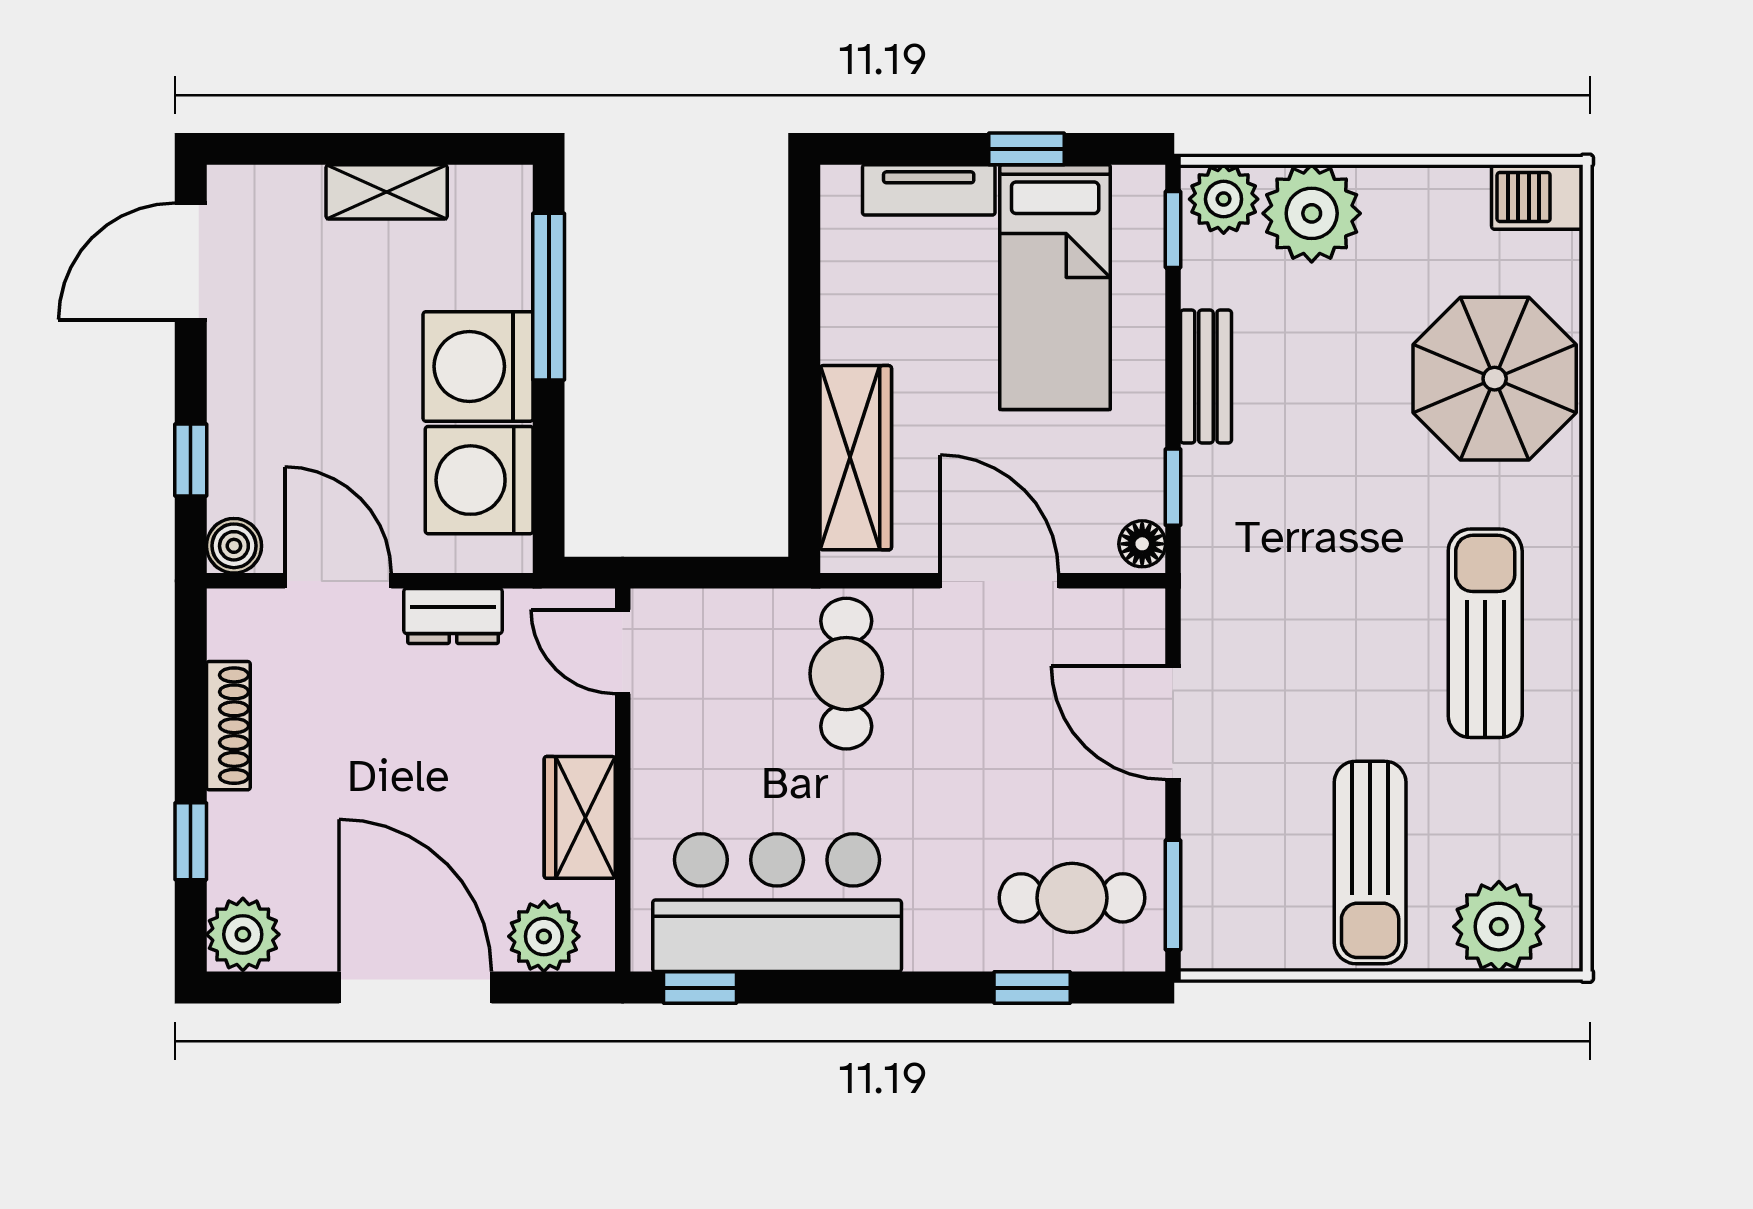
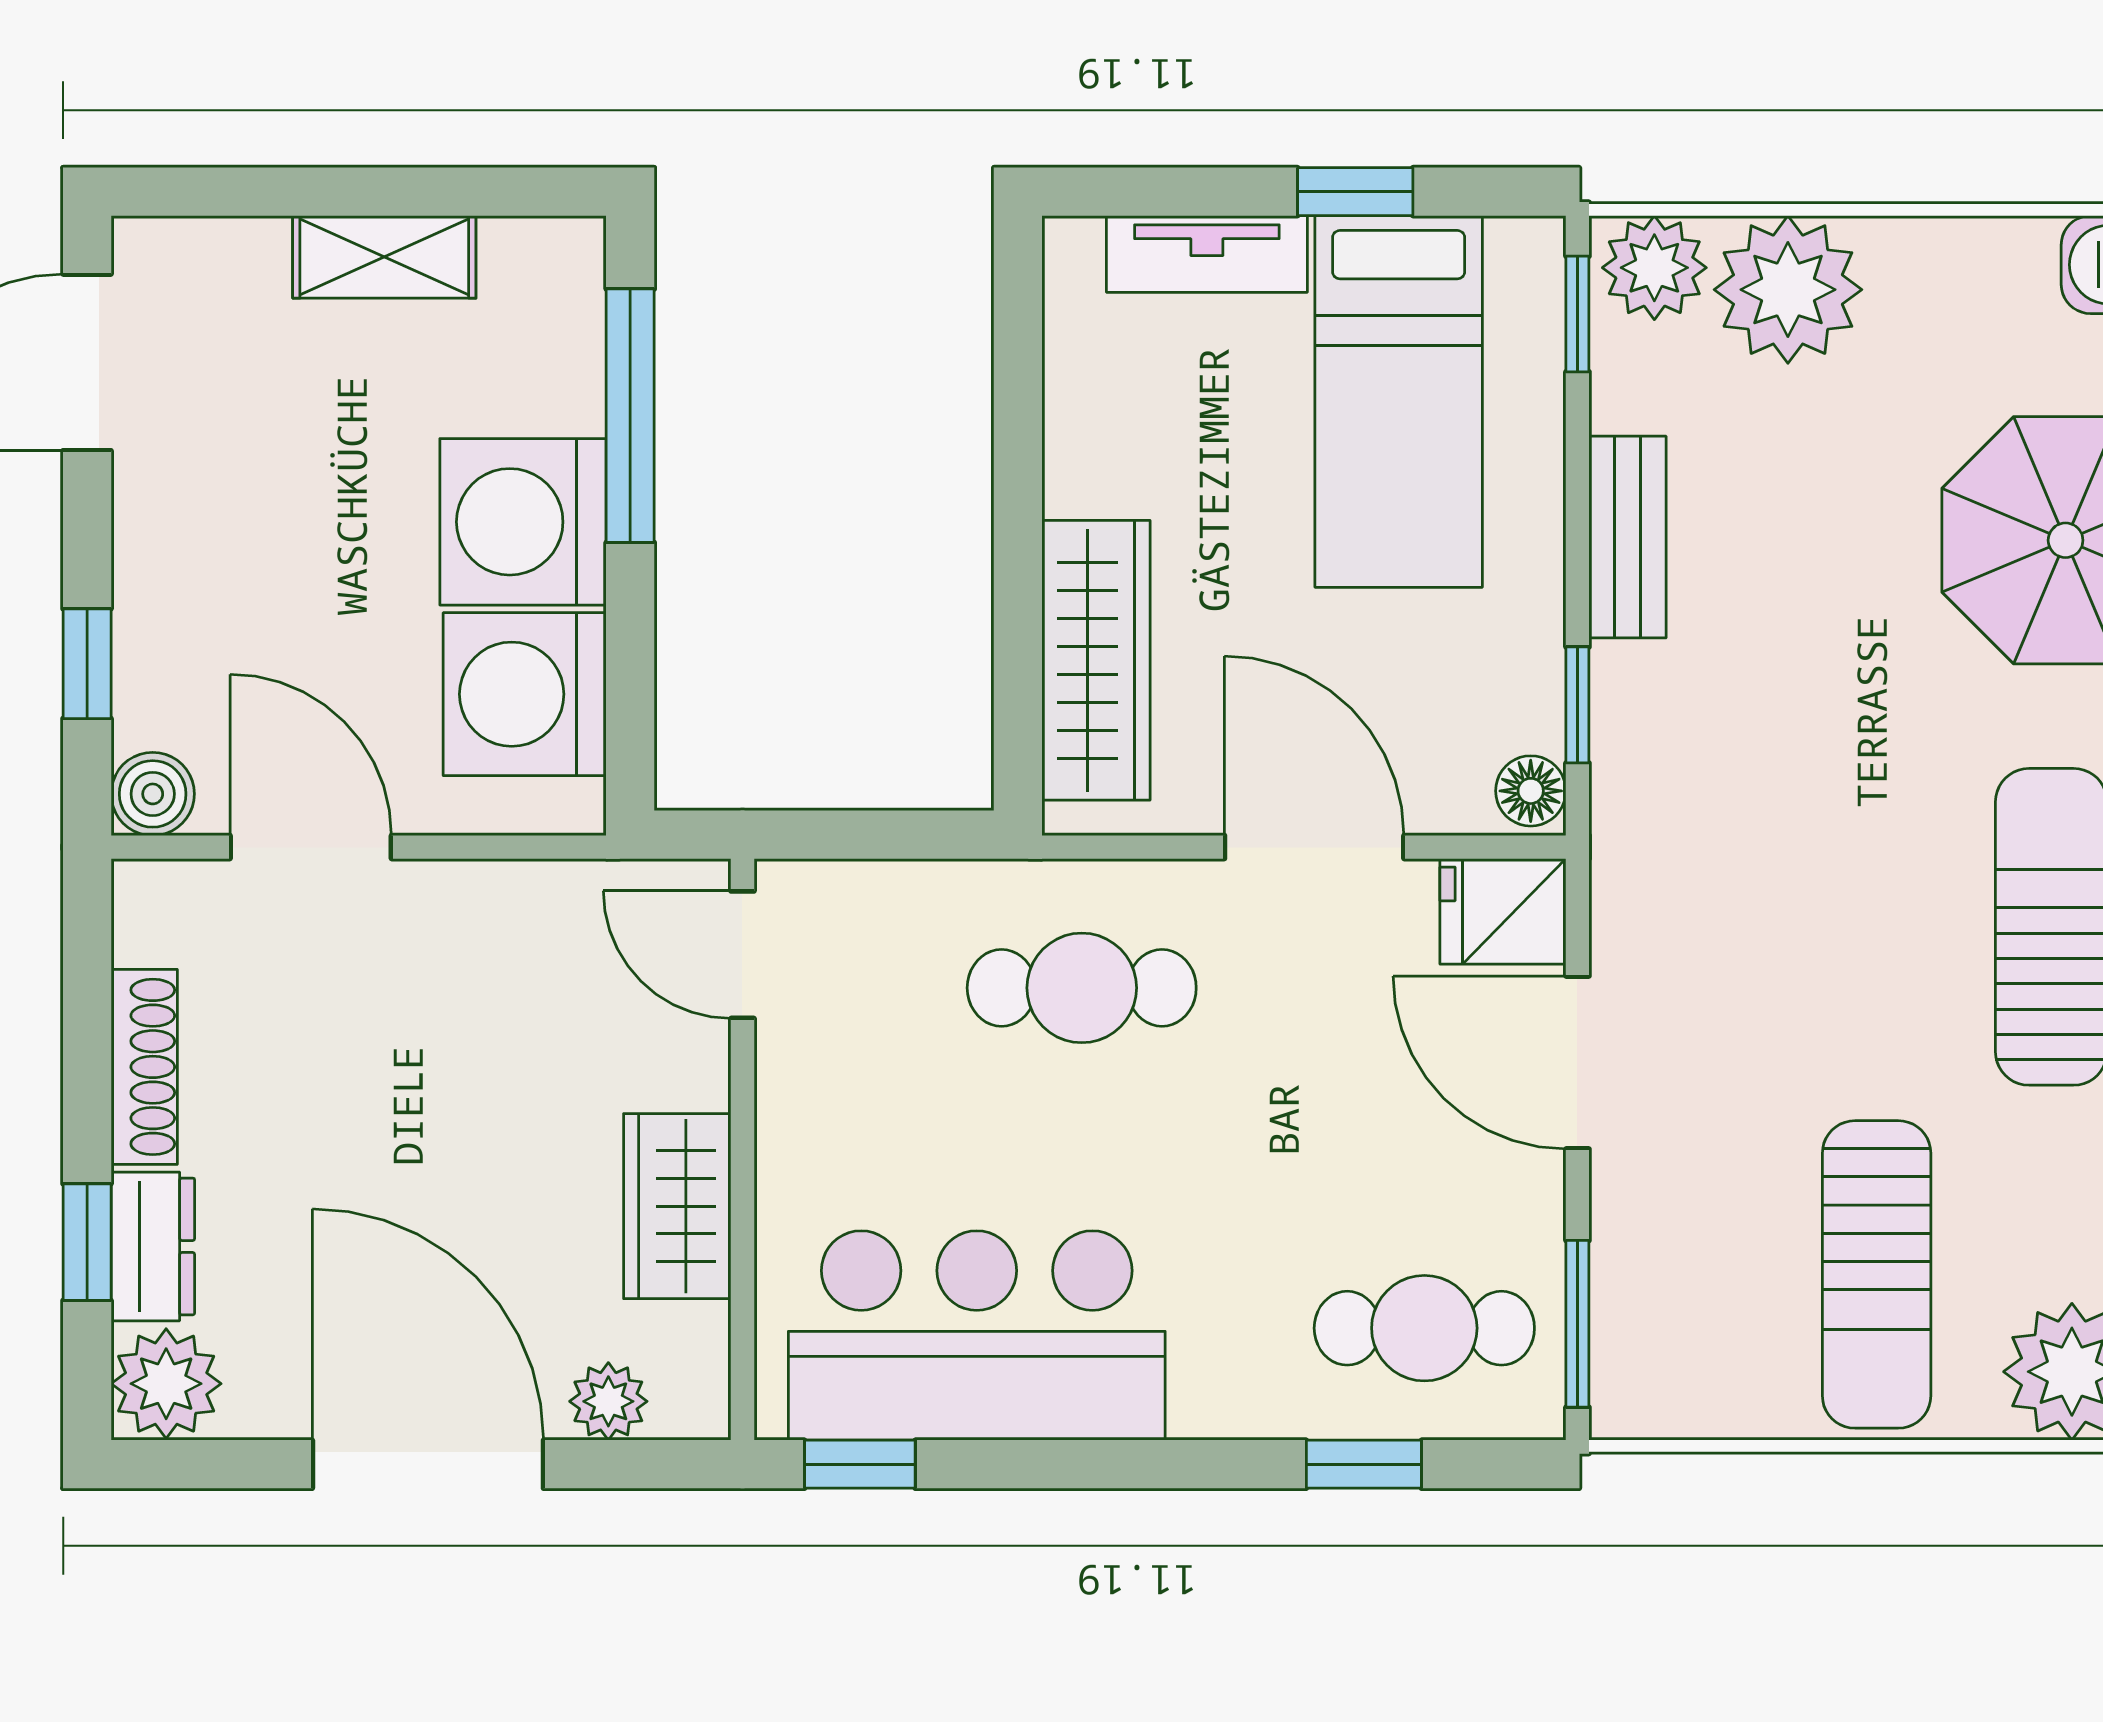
dresser: (453, 616) -> (153, 1246), moved, turned -90
fridge: (1124, 623) -> (1503, 911), added
cafe table: (846, 674) -> (1082, 988), turned 90
plant: (544, 936) -> (608, 1401), width x0.73, depth x0.73

